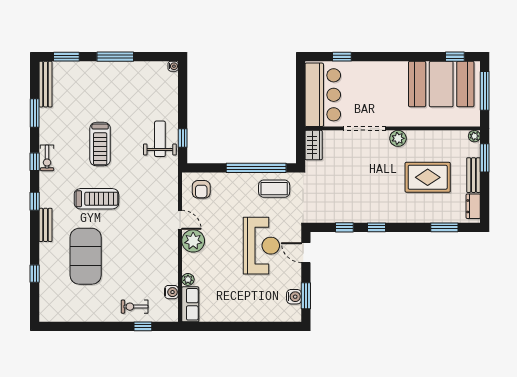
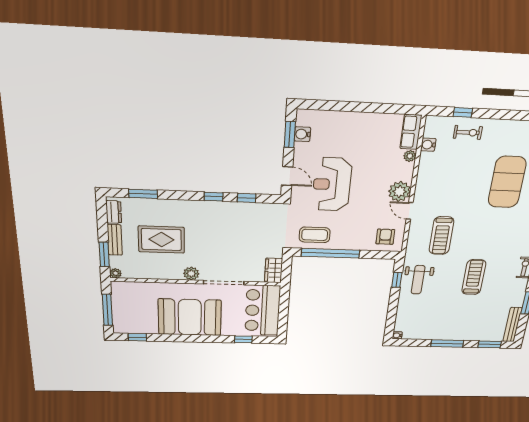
booth: (441, 84) -> (190, 317), moved
treadmill: (96, 199) -> (441, 236), moved, turned -90

